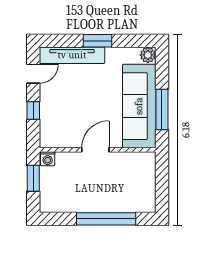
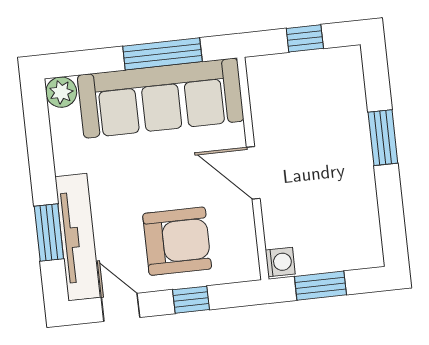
window: (97, 41) -> (49, 232), moved
armchair: (64, 107) -> (177, 241), added
window: (162, 184) -> (305, 38), added
window: (106, 219) -> (383, 138), width x0.47

